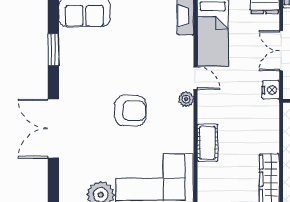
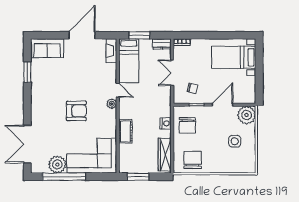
nightstand: (271, 90) -> (166, 123), moved
double door: (53, 129) -> (27, 144), moved

